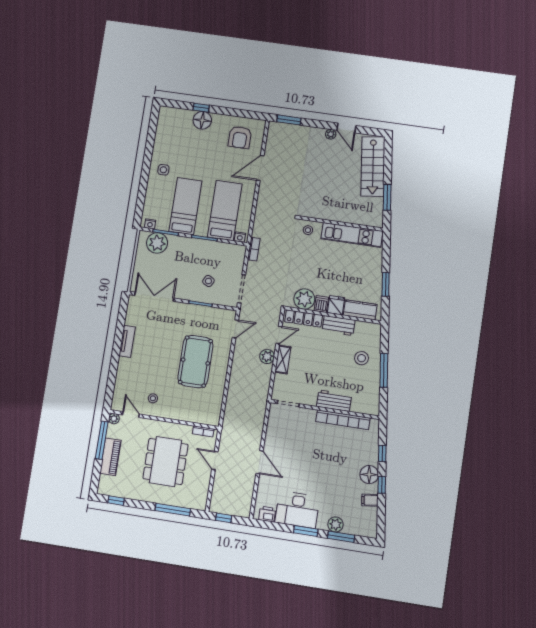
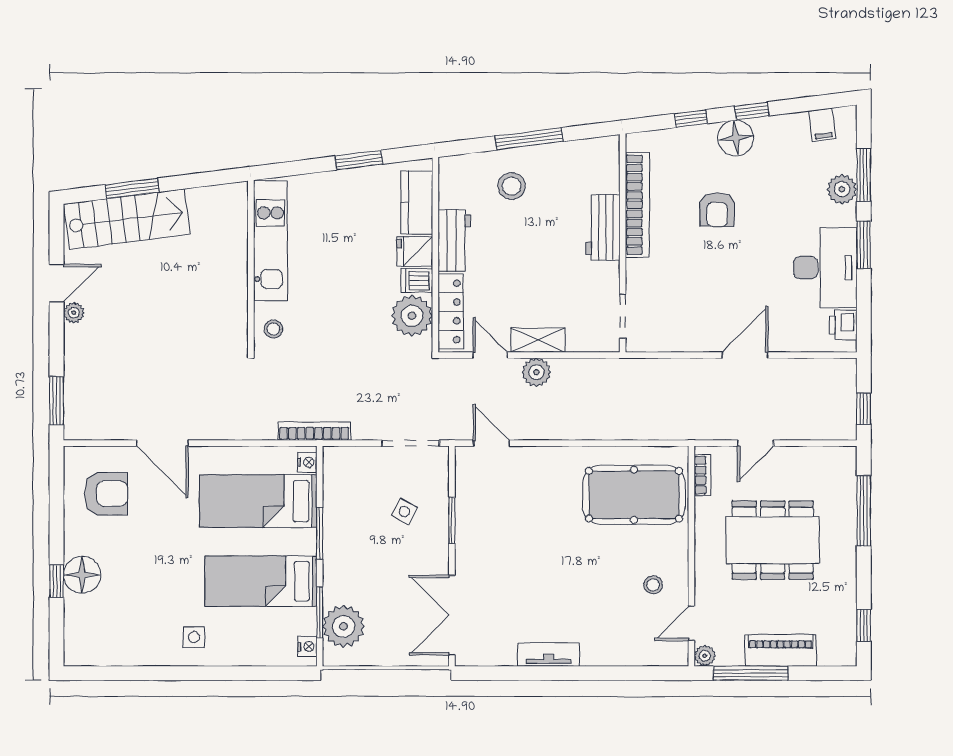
window: (387, 197) -> (132, 188), moved
bookcase: (254, 249) -> (314, 431), width x1.56
pool table: (195, 362) -> (634, 495), moved
armchair: (334, 459) -> (717, 210), added
filing cabinet: (370, 500) -> (822, 125), moved

